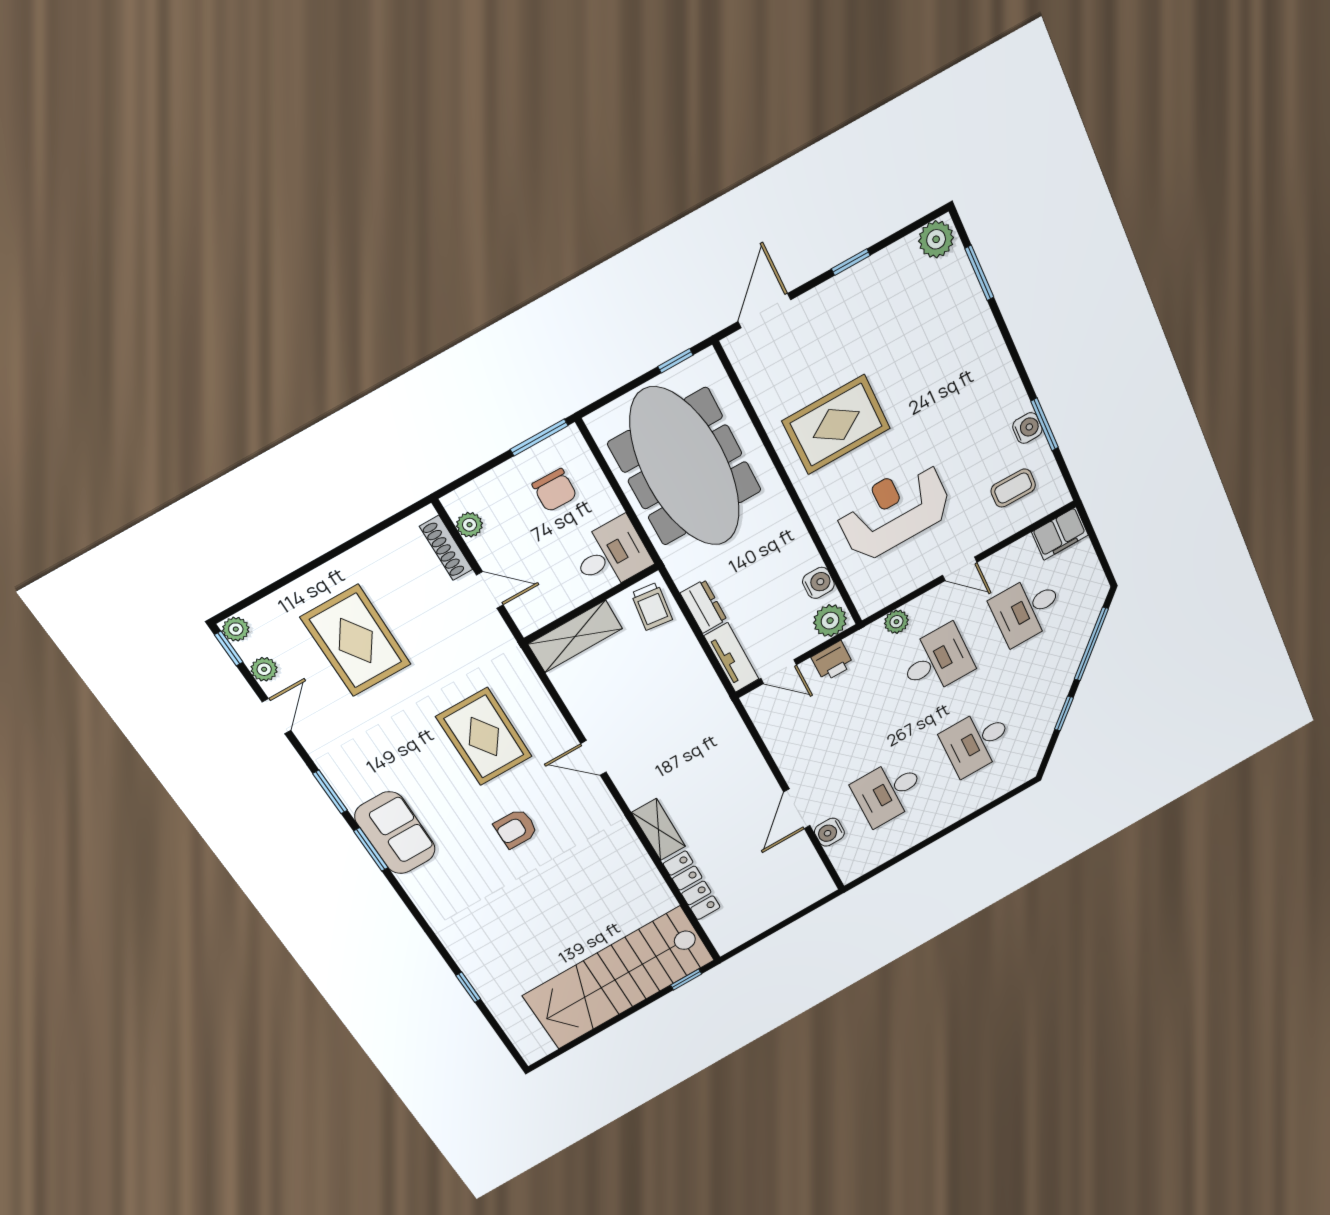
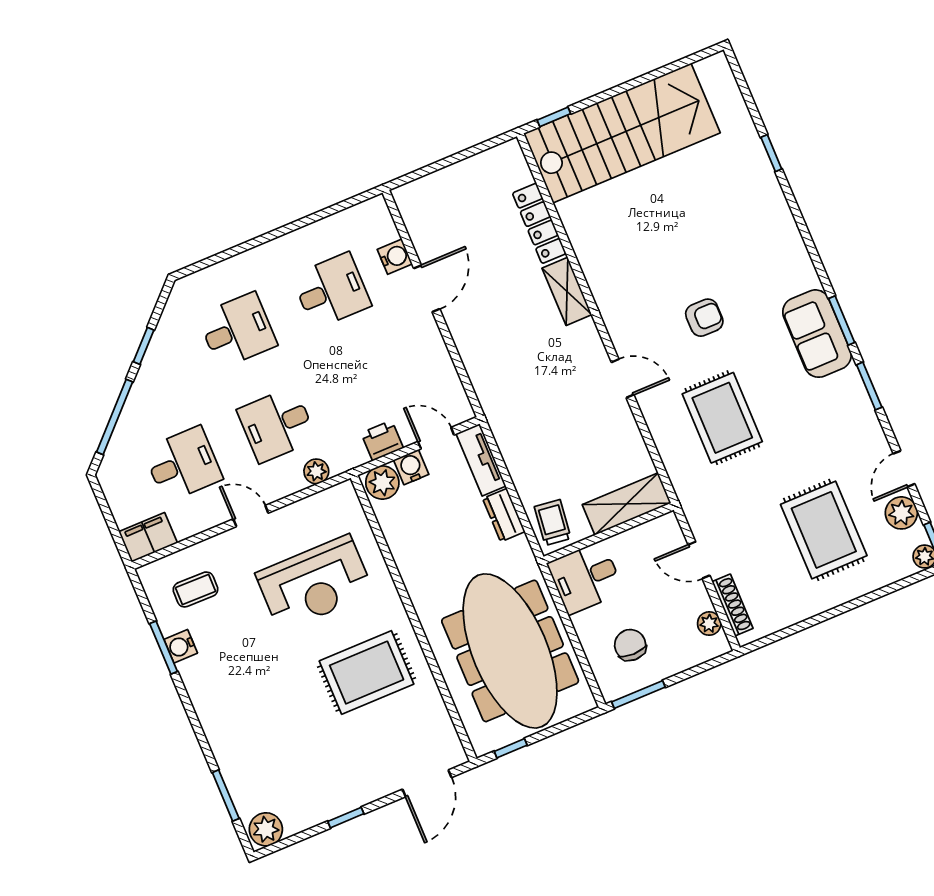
water cooler: (818, 583) -> (411, 467), moved, turned 90
plant: (264, 669) -> (901, 513), width x1.38, depth x1.38

